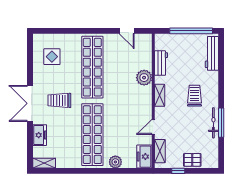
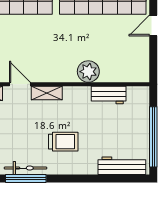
door: (127, 31) -> (153, 26), moved
shelving: (160, 95) -> (47, 93), moved

